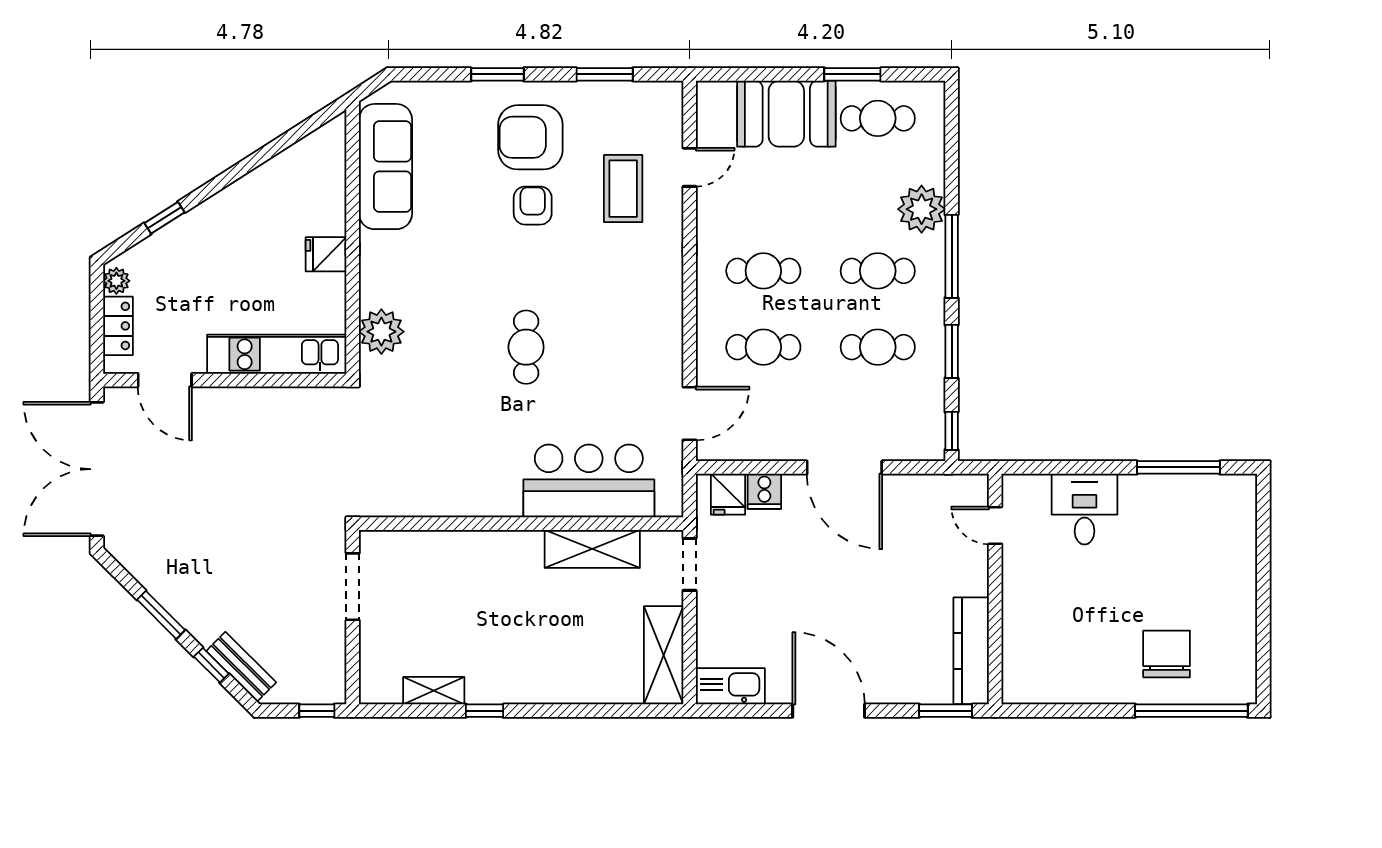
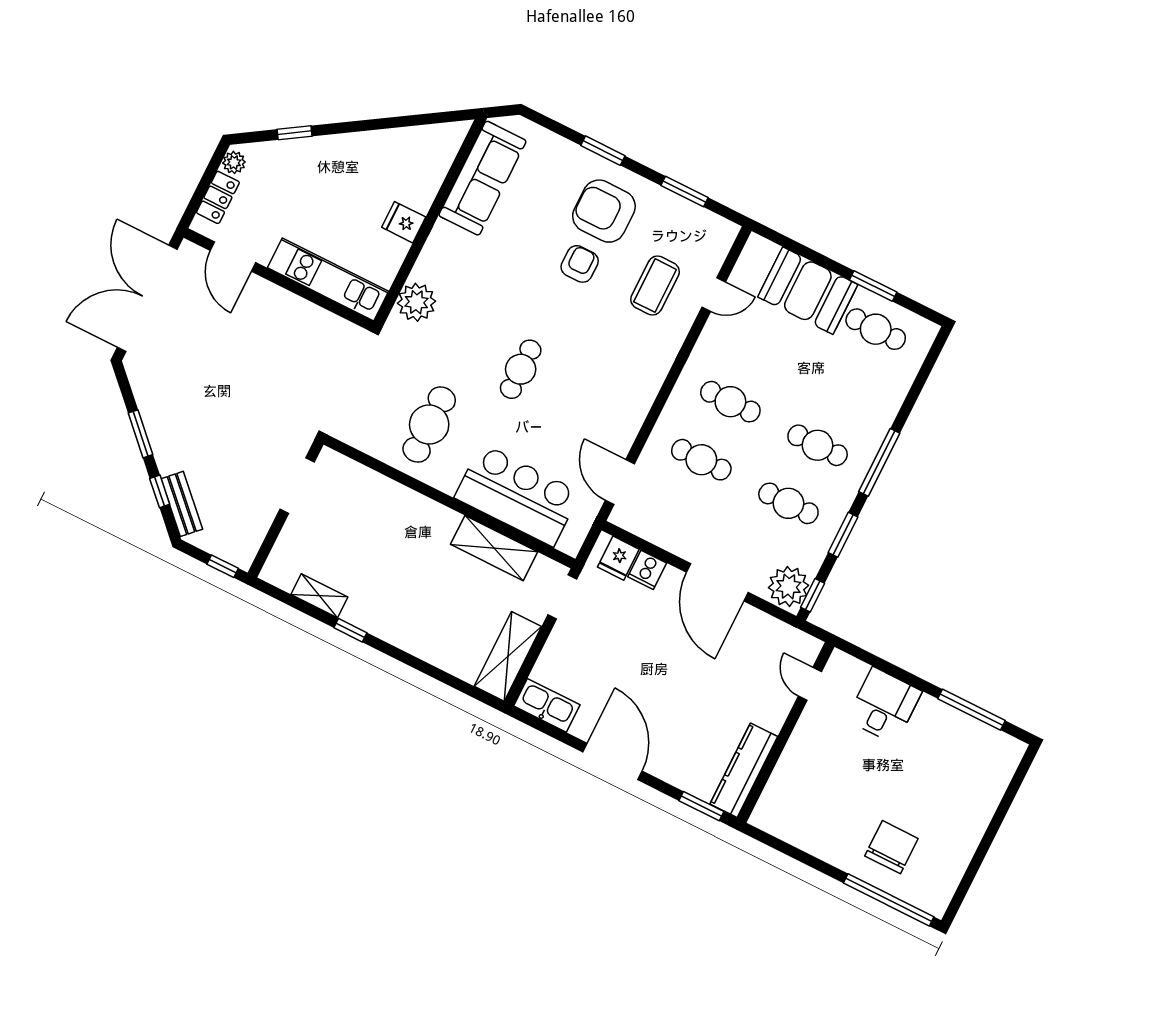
plant: (922, 209) -> (789, 586), moved
door: (690, 414) -> (620, 482), swing flipped
cafe table: (459, 453) -> (429, 425), added

